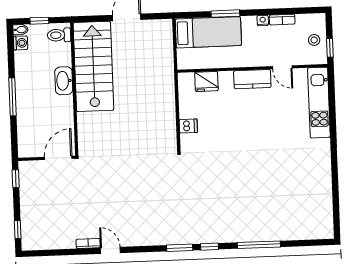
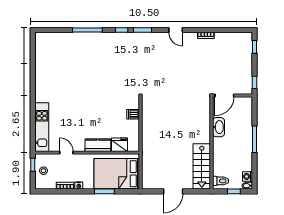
bed: (208, 32) -> (117, 174), width x1.50
stairs: (93, 66) -> (202, 166), width x0.73, depth x0.66
kitchen counter: (252, 79) -> (98, 145), moved
washbasin: (64, 81) -> (218, 127), moved
door: (110, 250) -> (176, 30), moved

